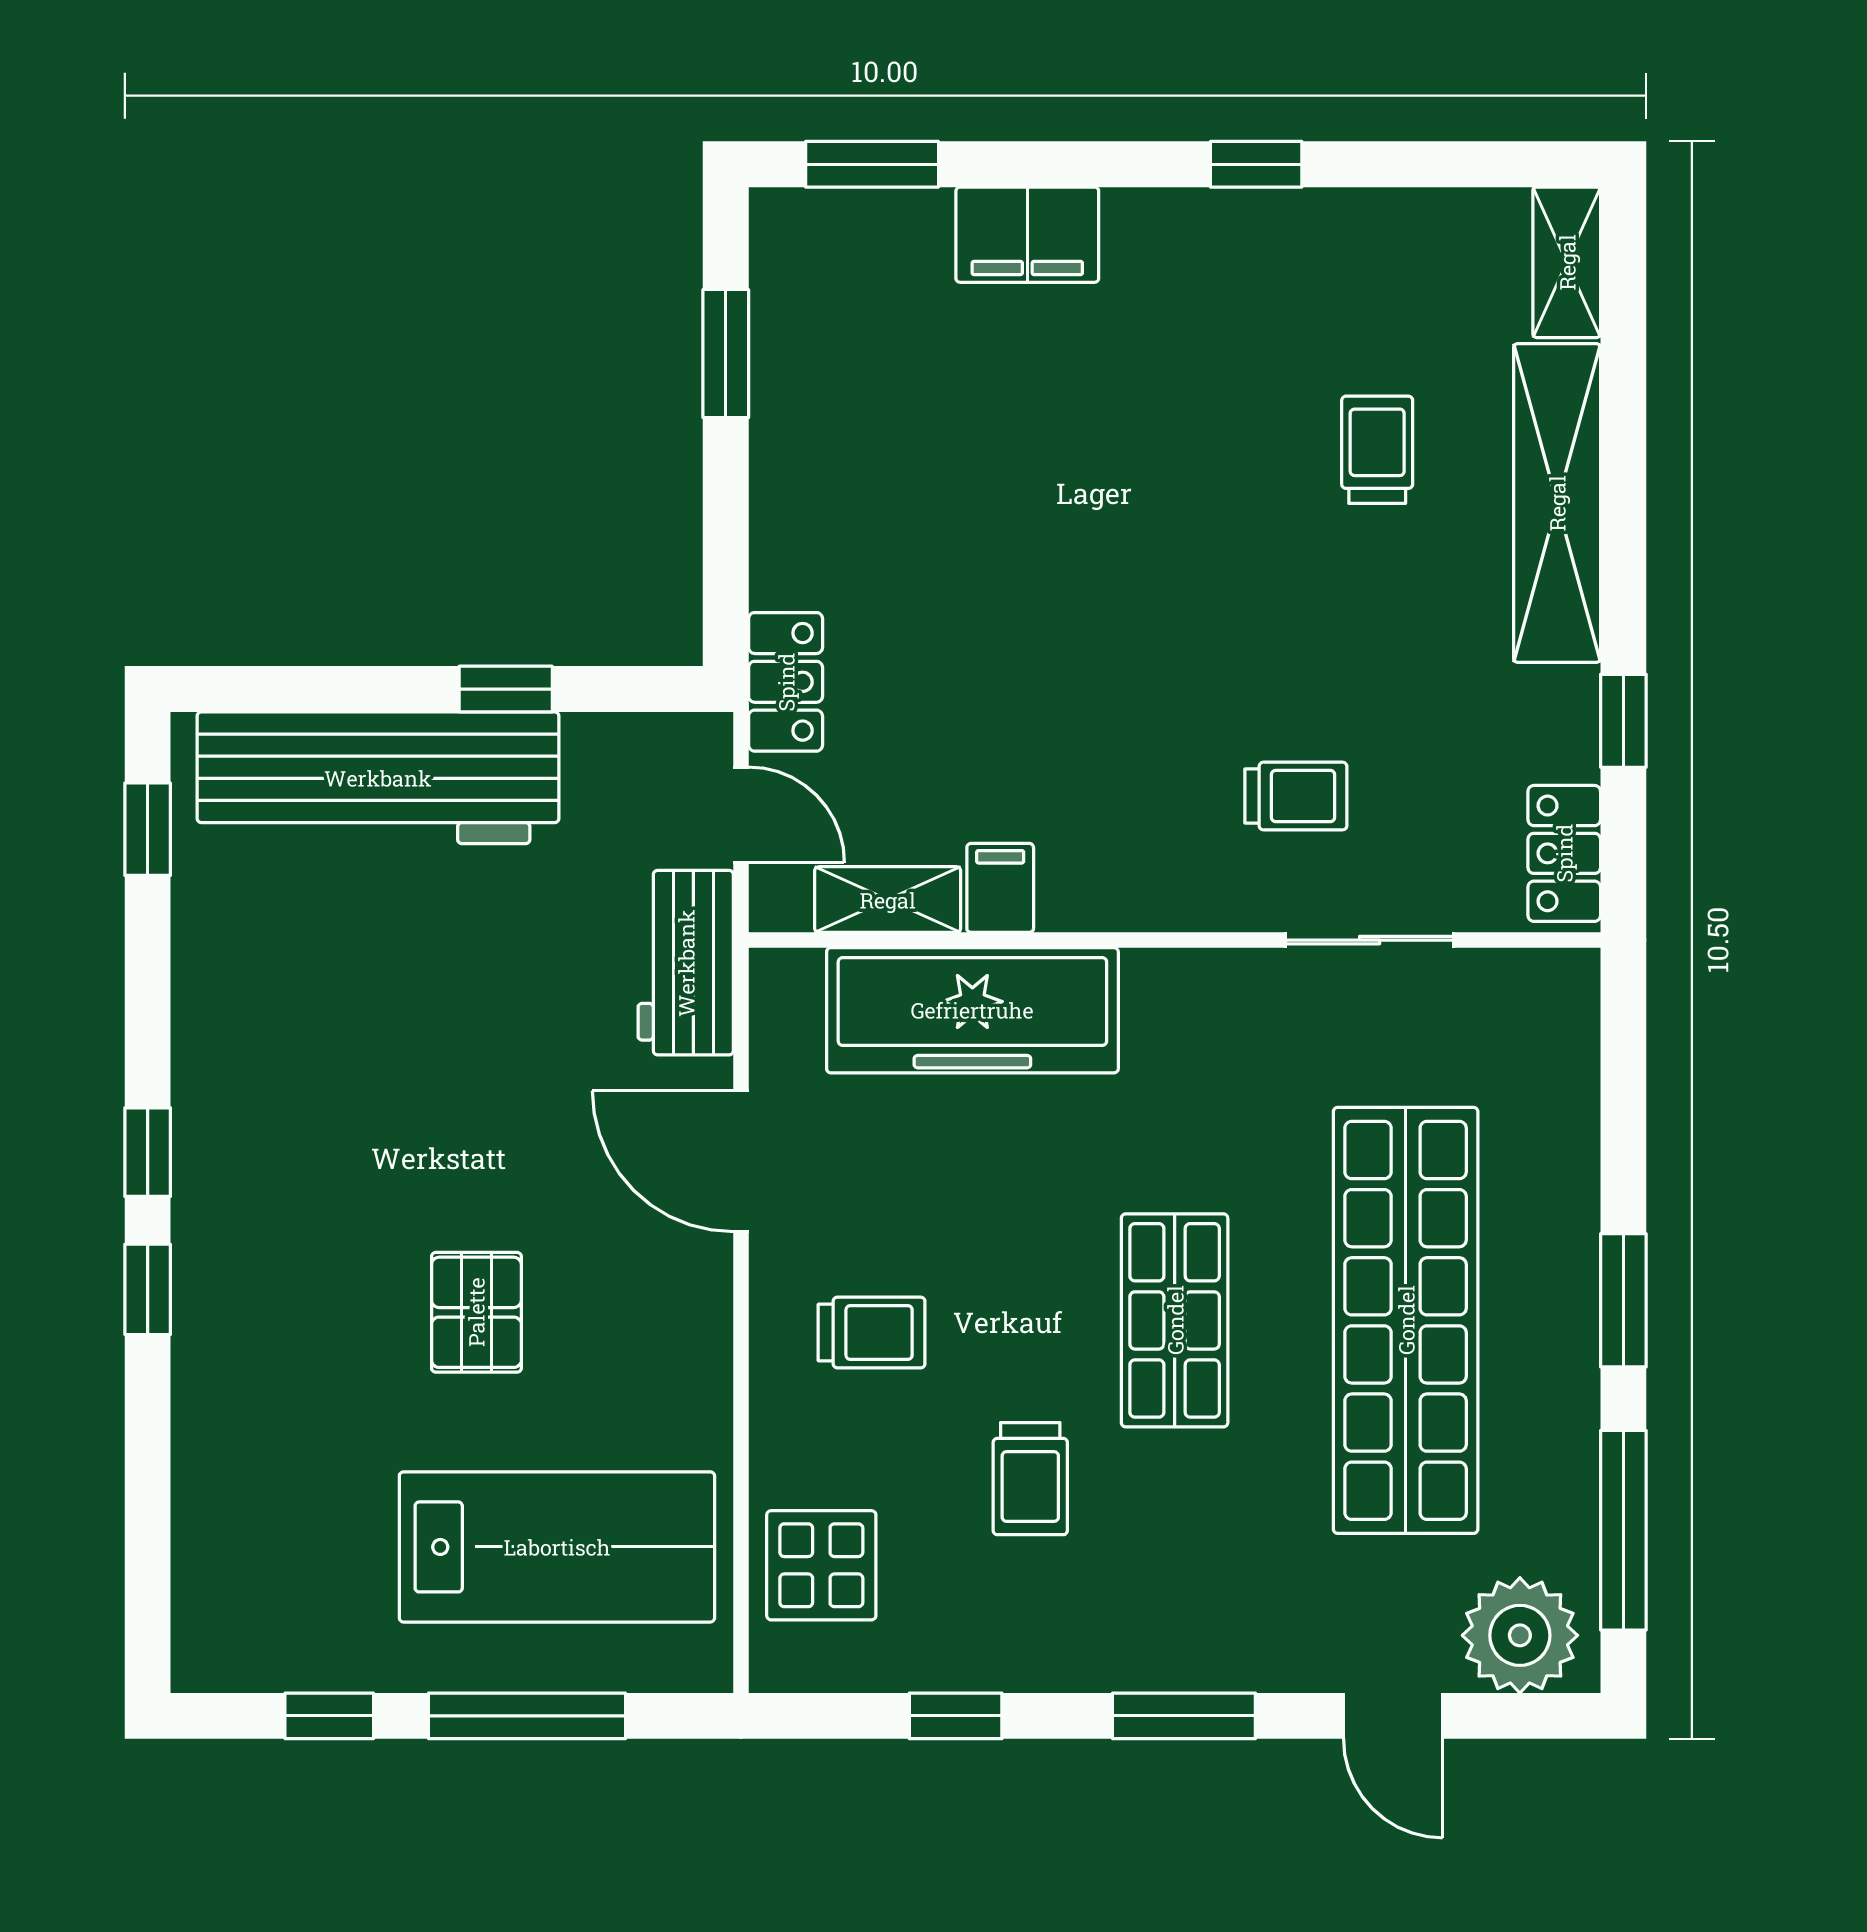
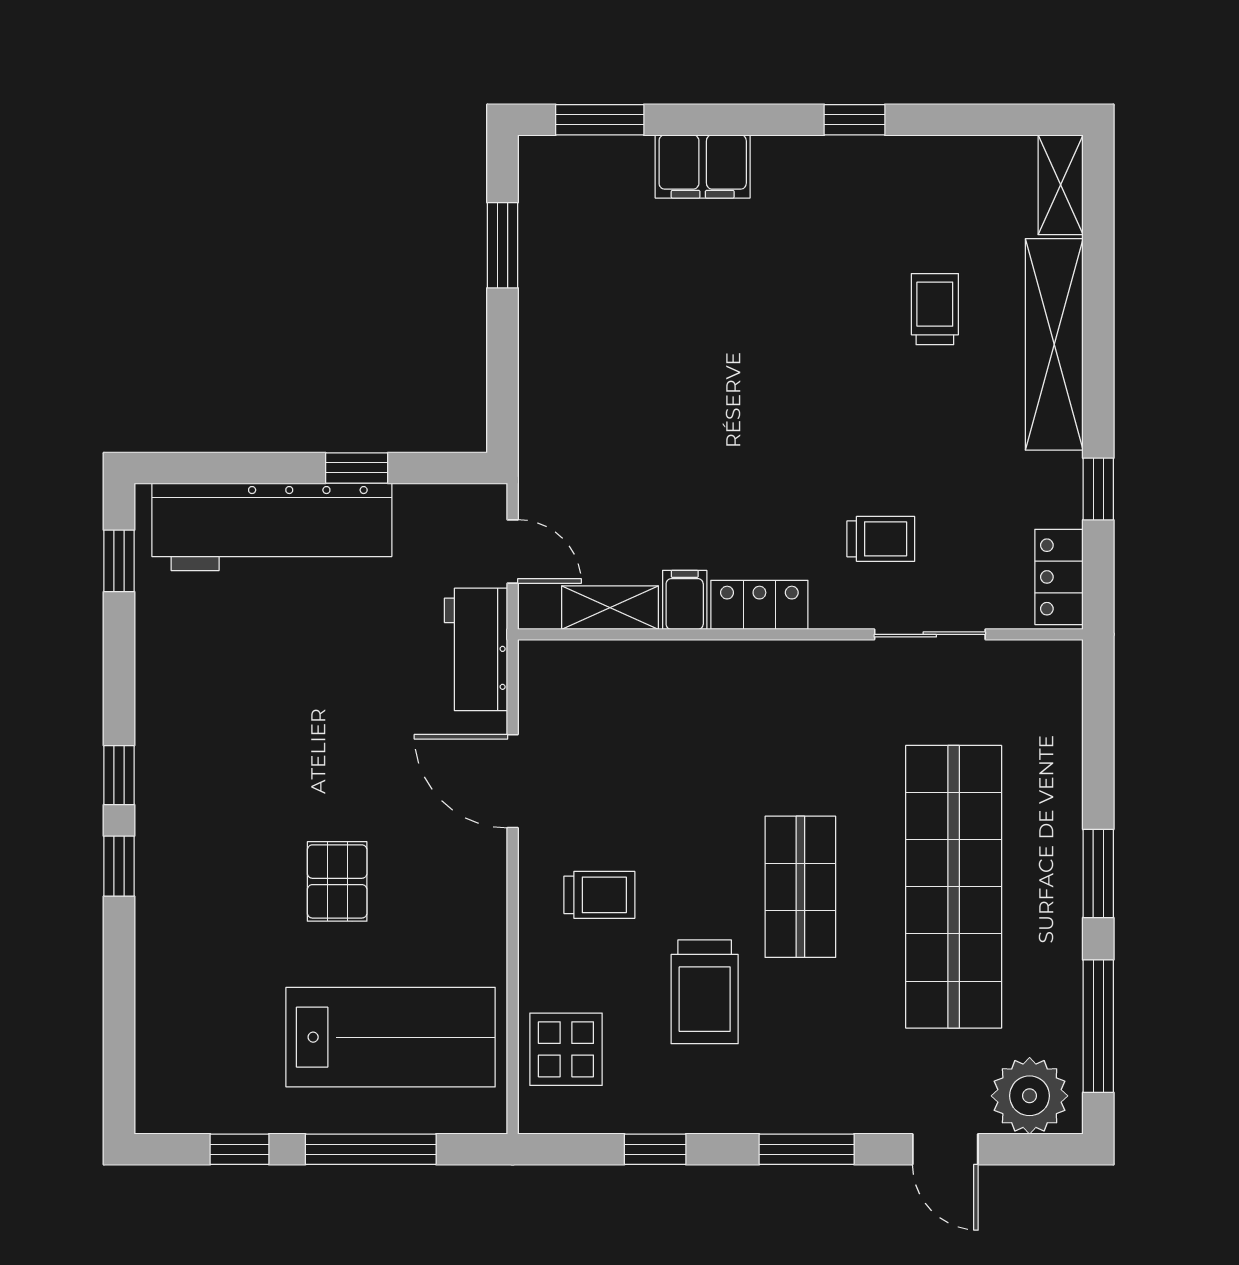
locker: (786, 682) -> (759, 605), moved, turned -90
freezer: (972, 1010) -> (666, 681), removed
trolley: (1030, 1479) -> (705, 992), width x1.36, depth x1.39

